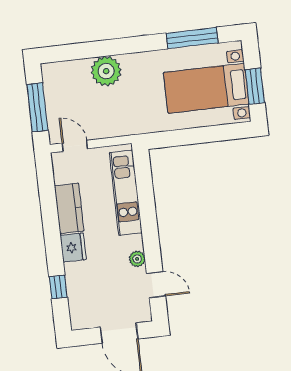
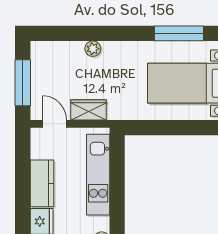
plant: (106, 71) -> (93, 49), width x0.53, depth x0.53
wardrobe: (108, 127) -> (89, 110), added

